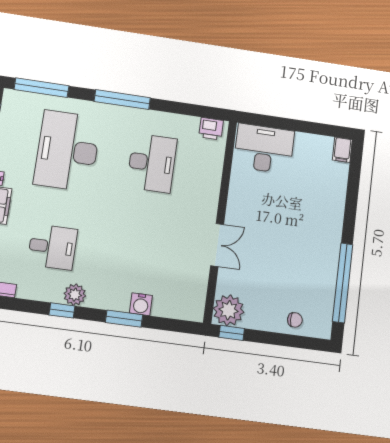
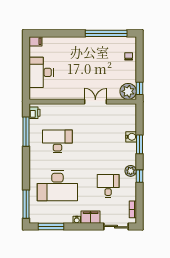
window: (122, 100) -> (26, 132), moved
desk: (264, 149) -> (41, 72), moved

